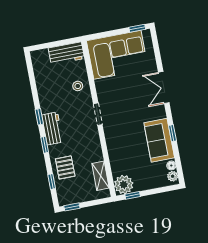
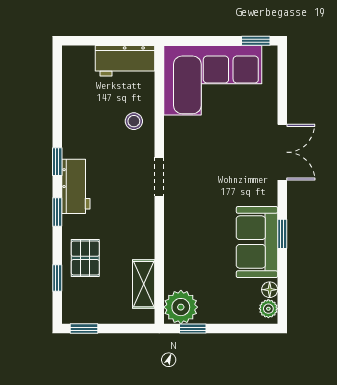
double door: (164, 88) -> (282, 152), swing flipped

